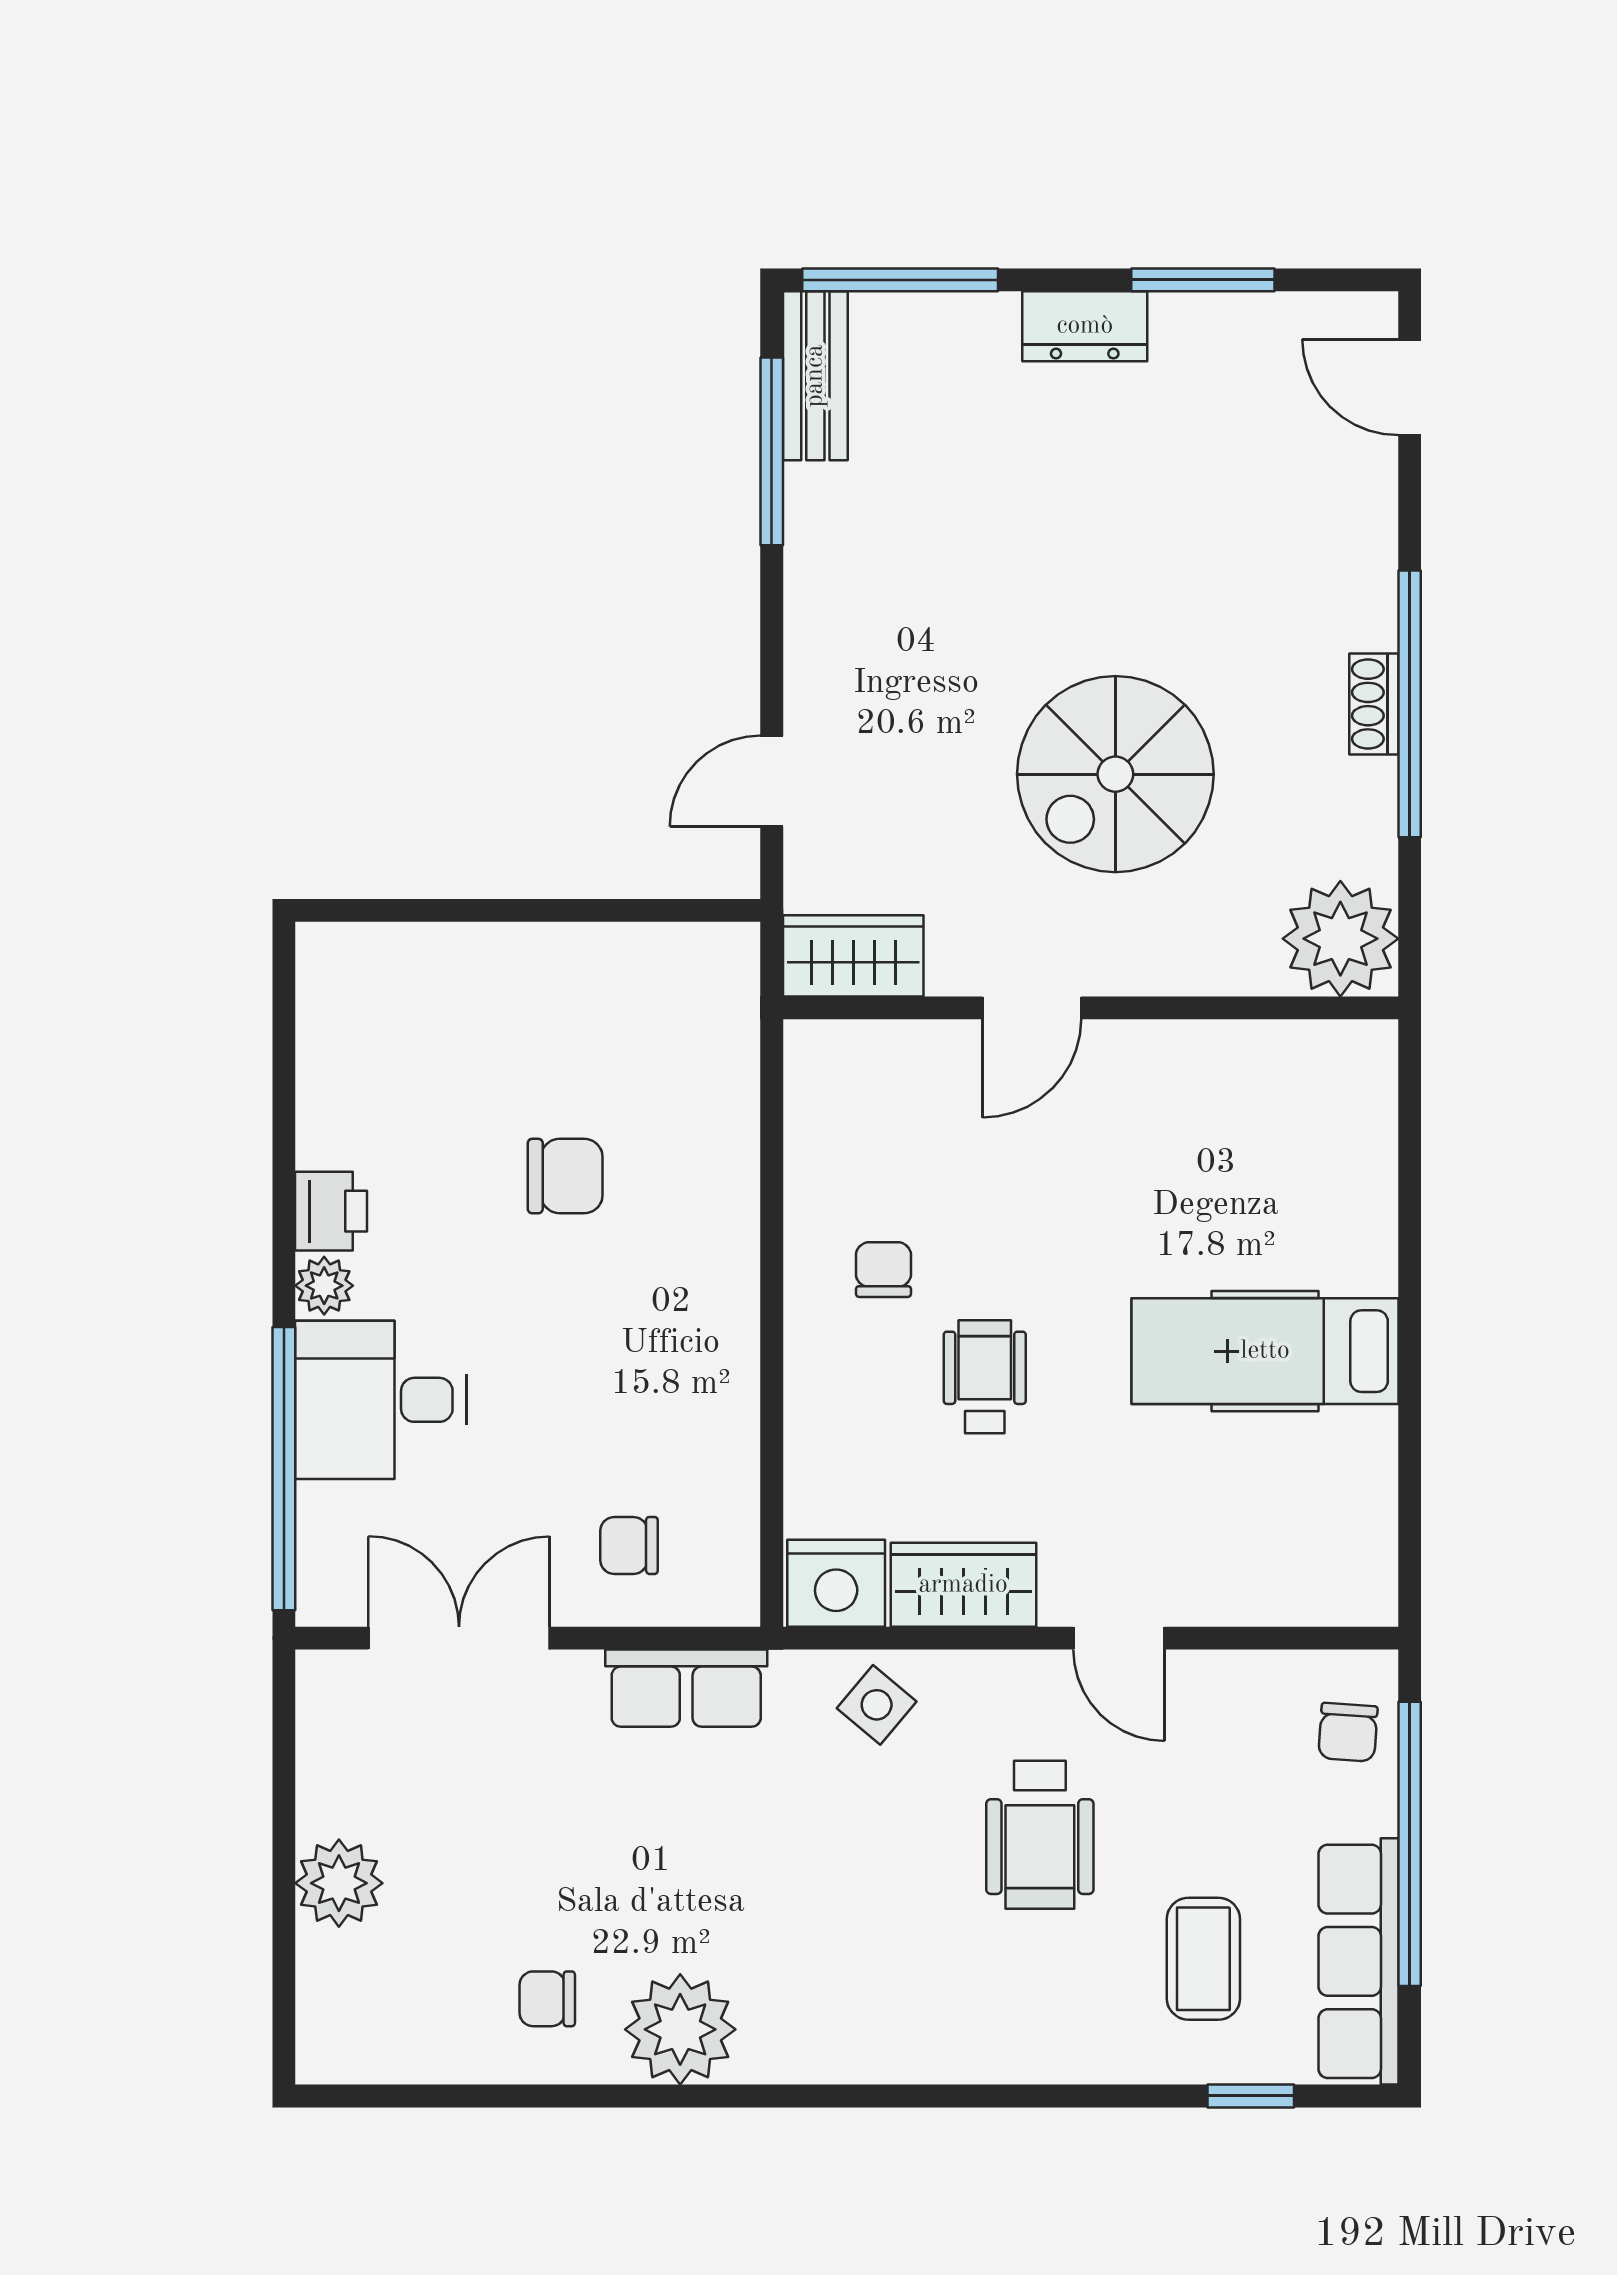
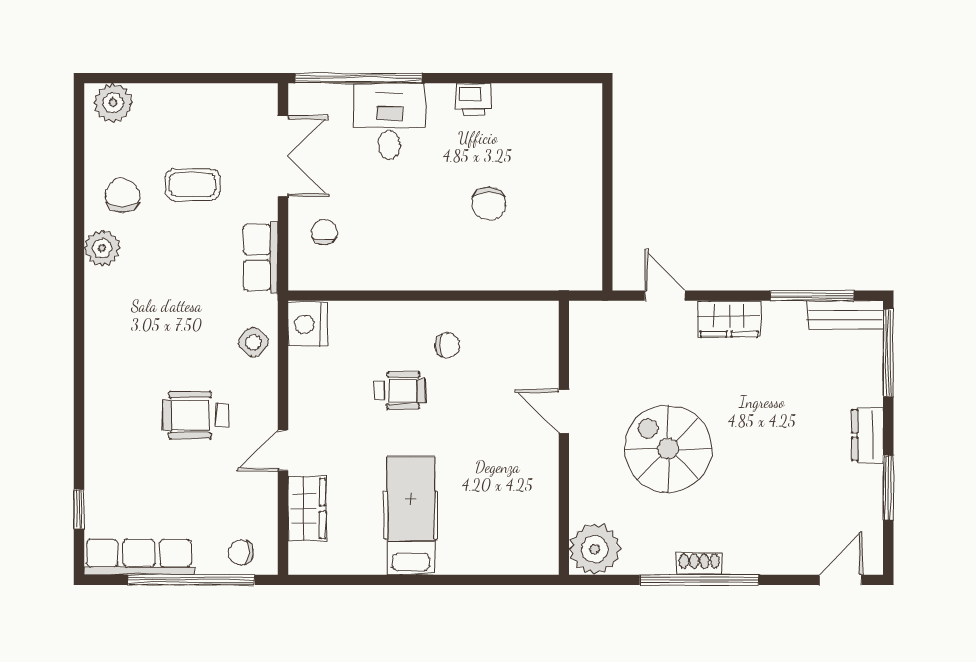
wardrobe: (853, 956) -> (729, 319), moved, turned 90
plant: (324, 1286) -> (440, 96), removed
wardrobe: (963, 1585) -> (307, 508), moved
plant: (339, 1883) -> (113, 103), moved
coffee table: (1203, 1959) -> (193, 185), moved
chair: (547, 1999) -> (122, 196), width x1.37, depth x1.37
plant: (680, 2029) -> (102, 248), width x0.73, depth x0.73

